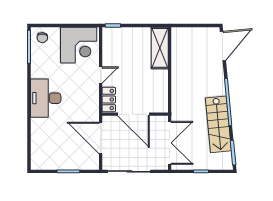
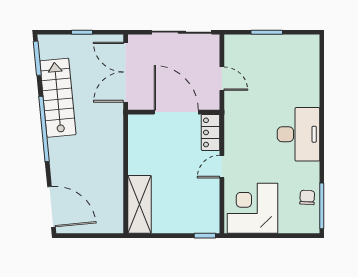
chair: (42, 38) -> (307, 197), moved
door: (223, 46) -> (51, 207), swing flipped
door: (101, 138) -> (222, 79), width x0.53

